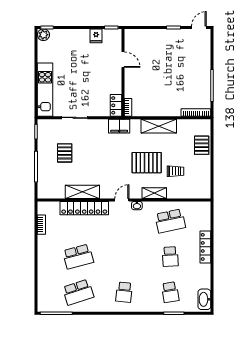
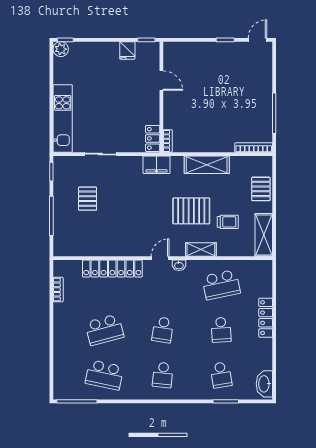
shelving: (82, 192) -> (264, 235), moved, turned 90
school desk: (124, 257) -> (163, 330), added
school desk: (78, 292) -> (104, 375), turned 30

